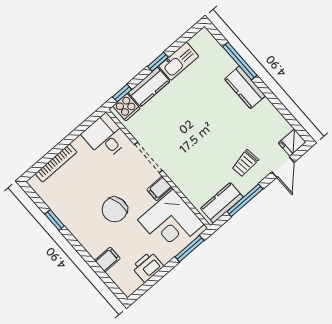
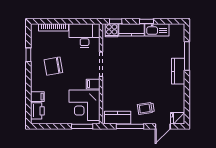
desk: (105, 137) -> (85, 36), width x1.37
chair: (115, 209) -> (53, 66), moved
printer: (148, 267) -> (37, 111), moved, turned 90

